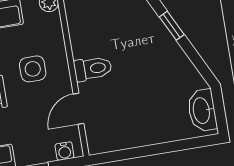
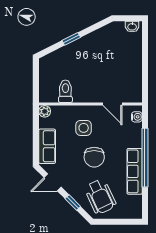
toilet: (93, 69) -> (65, 91), moved
washbasin: (202, 110) -> (132, 27), width x0.52, depth x0.69

